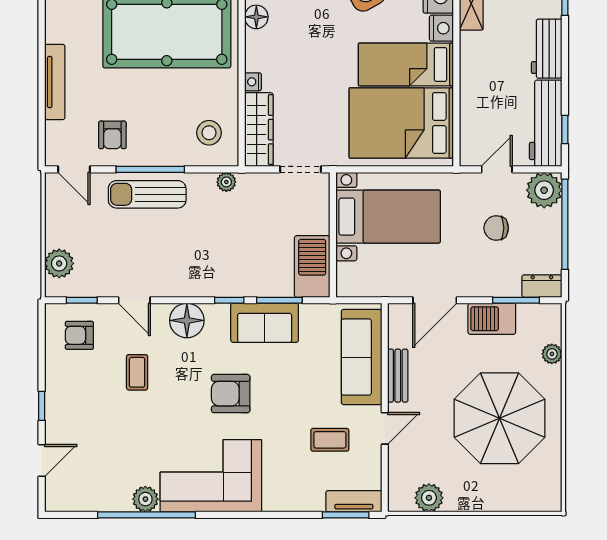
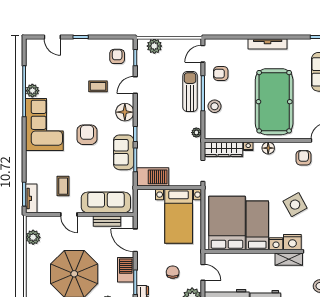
floor lamp: (256, 17) -> (268, 148), moved
tv unit: (55, 82) -> (268, 44), moved
stool: (209, 133) -> (215, 106), moved
bench: (398, 376) -> (107, 221), moved

